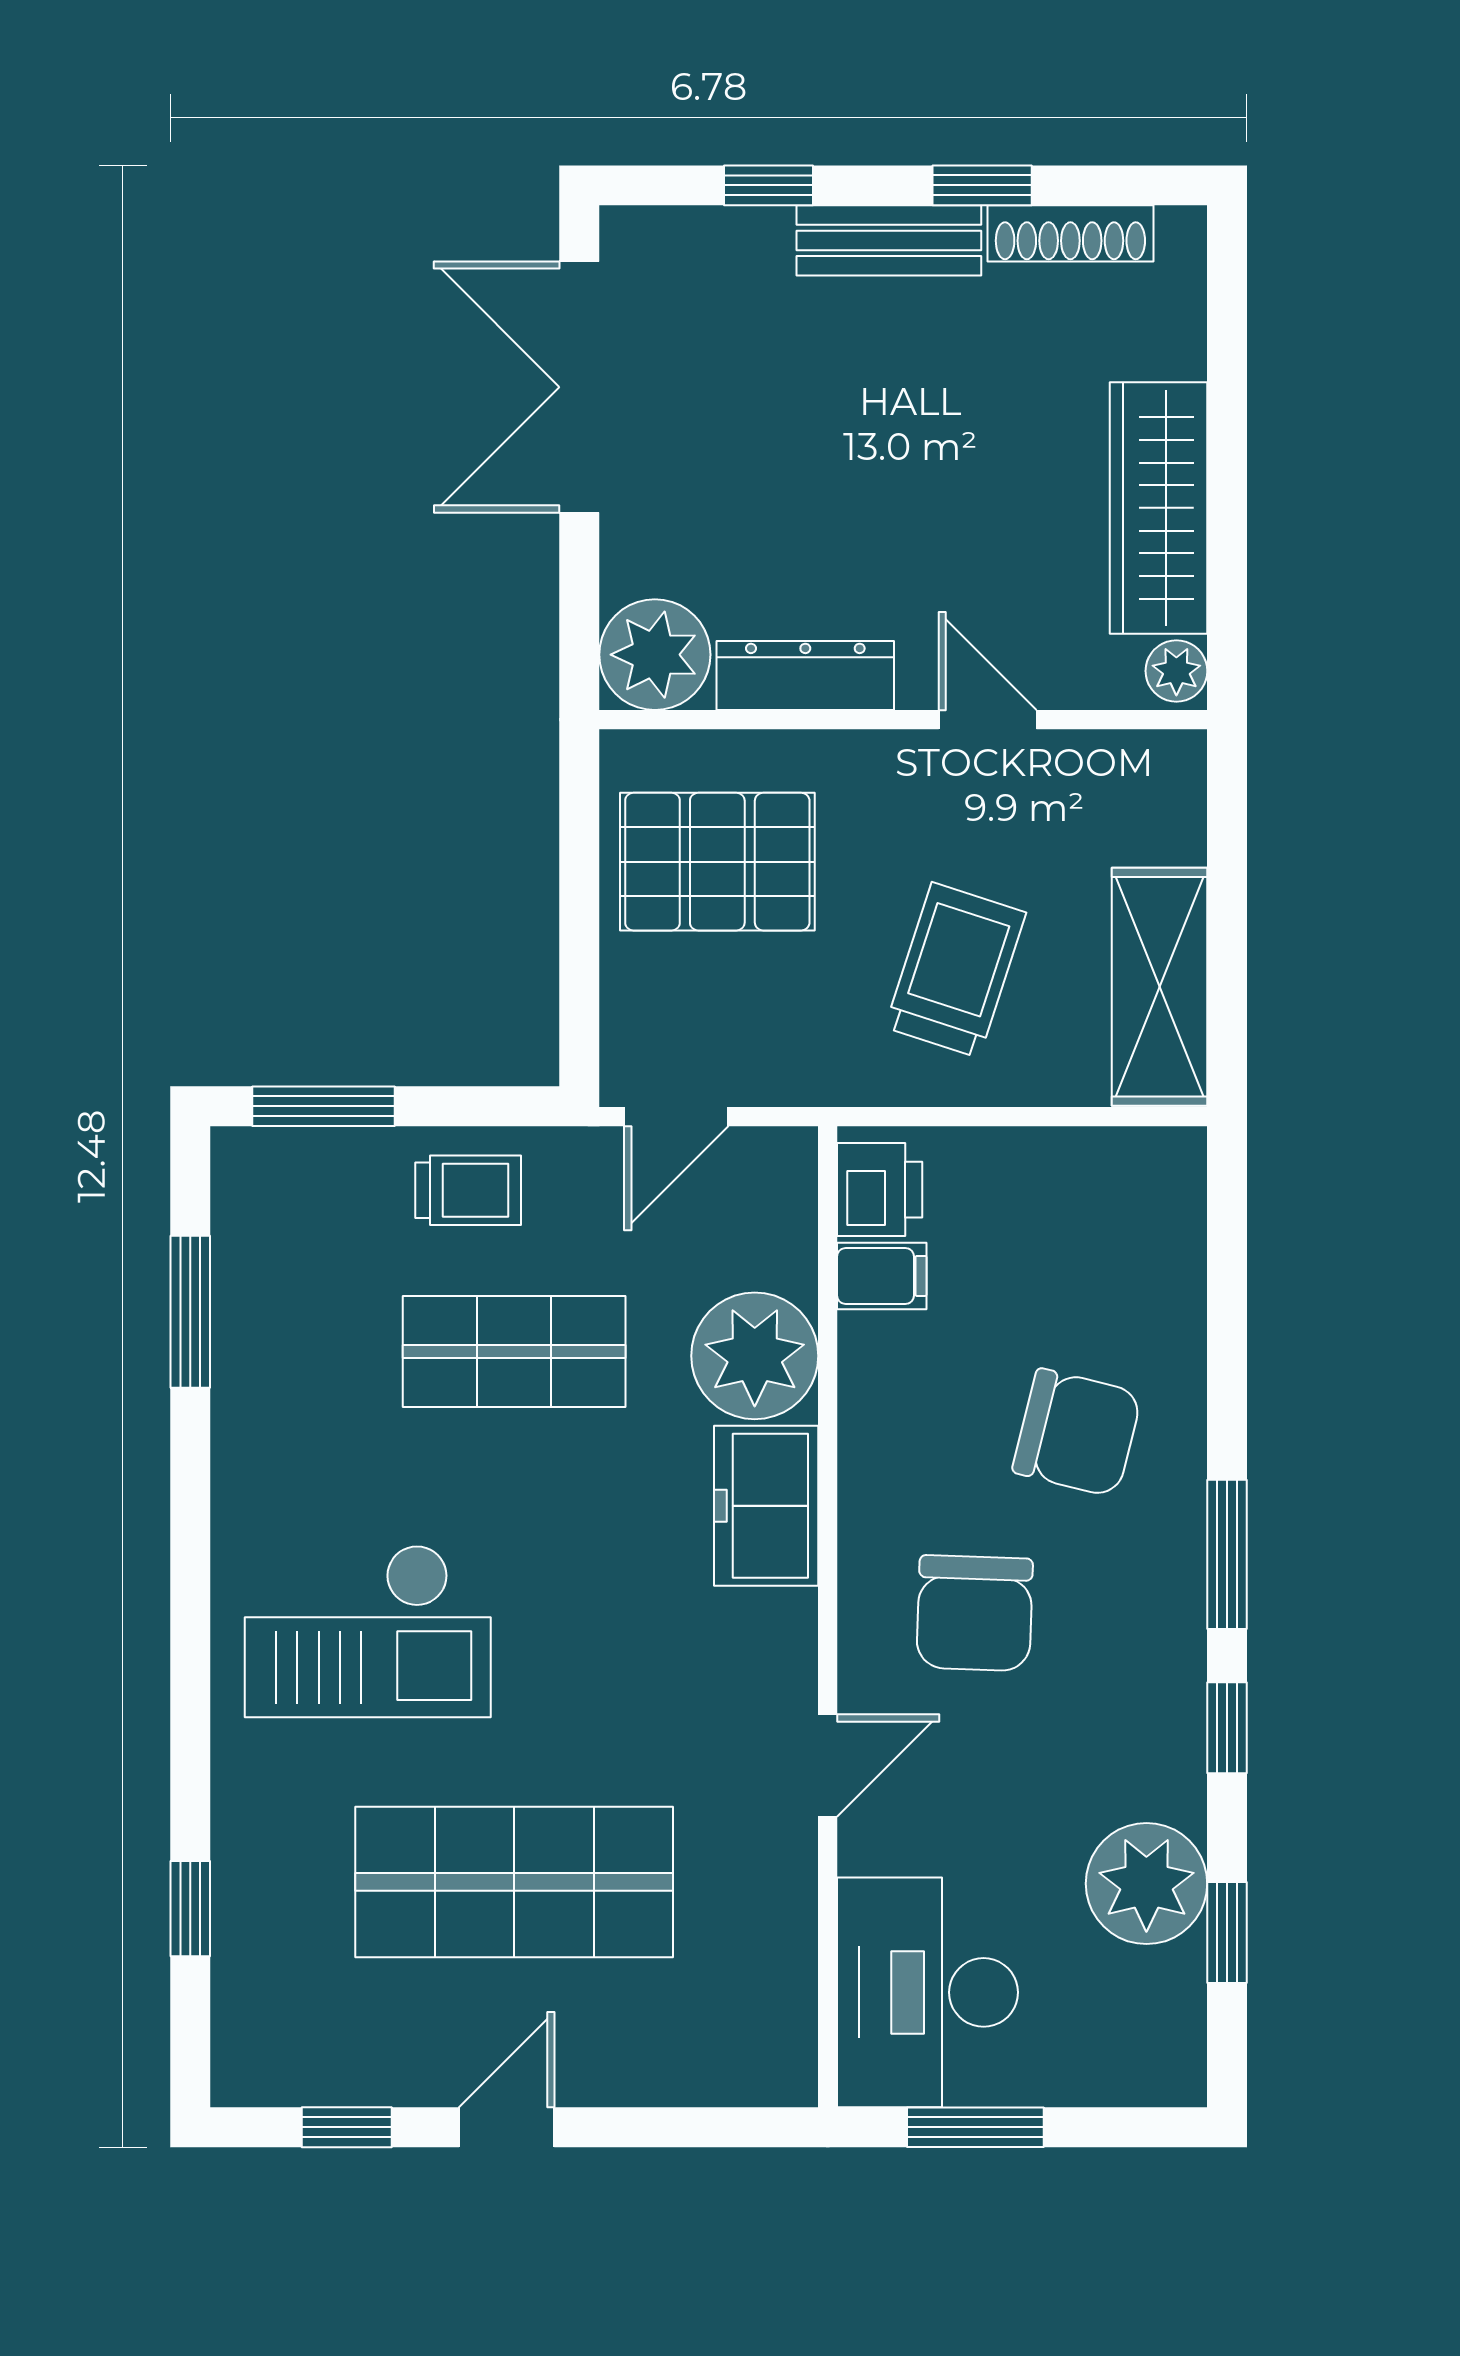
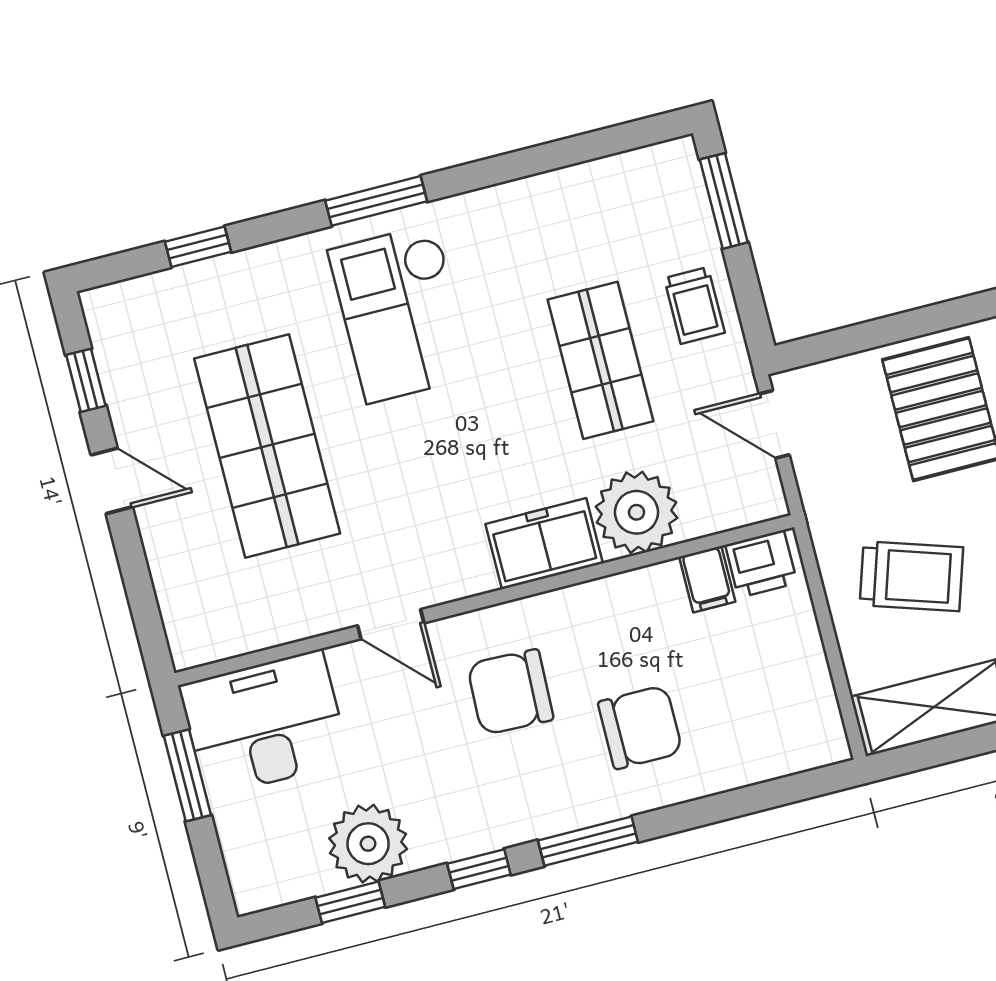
window: (190, 1312) -> (376, 201), moved
chair: (1077, 1433) -> (640, 727), turned -104

